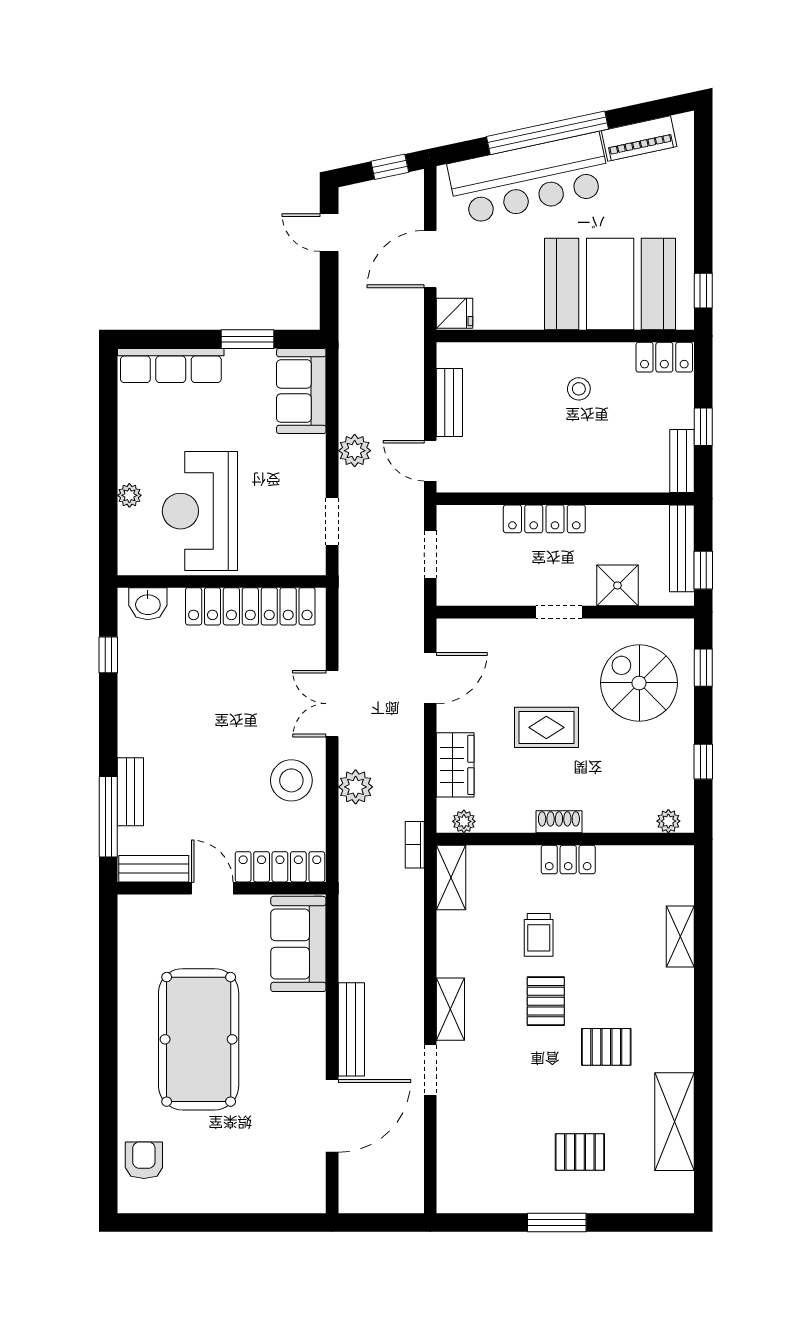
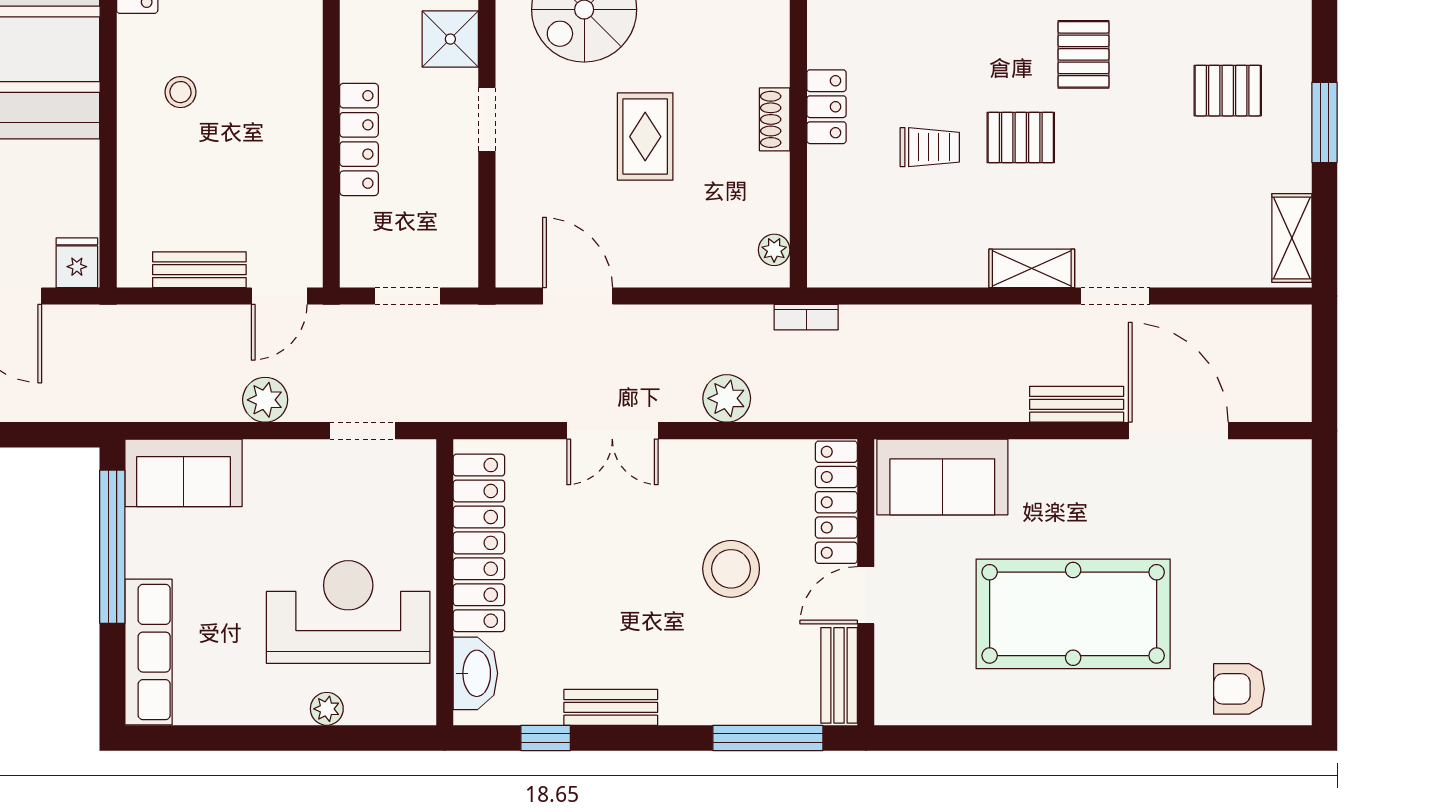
window: (248, 339) -> (112, 547), width x2.11
reception desk: (200, 511) -> (348, 612), turned 180
washbasin: (148, 604) -> (475, 673), width x1.38
wardrobe: (455, 765) -> (697, 262), removed
stool: (291, 780) -> (731, 569), moved
bench: (130, 792) -> (611, 707), moved
shelving: (451, 878) -> (1292, 238), moved, turned 90
bench: (351, 1029) -> (1077, 404), width x0.73
pallet: (580, 1152) -> (1228, 91), turned 90

